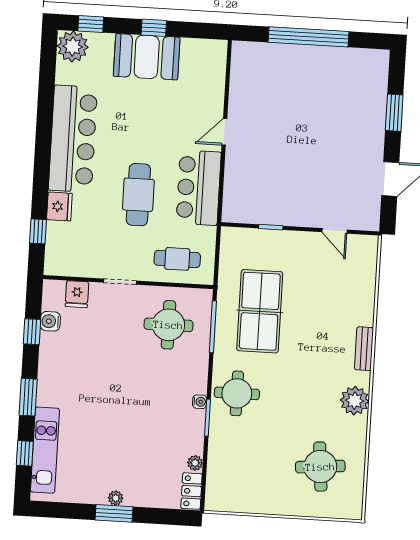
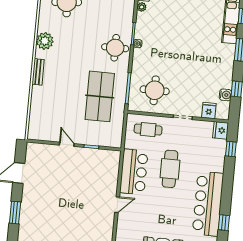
window: (45, 108) -> (224, 223), added
fridge: (59, 207) -> (221, 130), moved
door: (335, 231) -> (67, 144), moved

